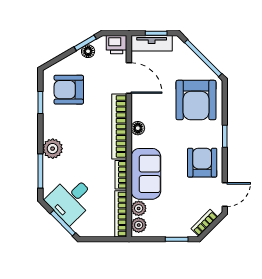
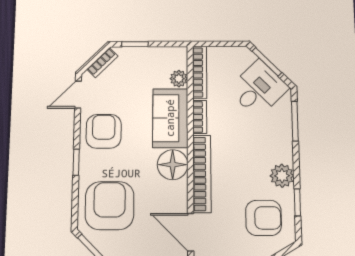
floor lamp: (138, 128) -> (173, 165), width x1.89, depth x1.89
plant: (53, 149) -> (282, 176), moved
armchair: (202, 163) -> (104, 131), turned 180
plant: (139, 225) -> (179, 60), removed

